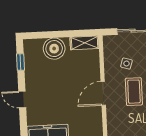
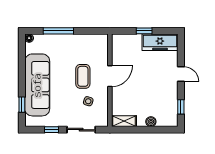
boiler: (54, 49) -> (151, 122), width x0.54, depth x0.54

